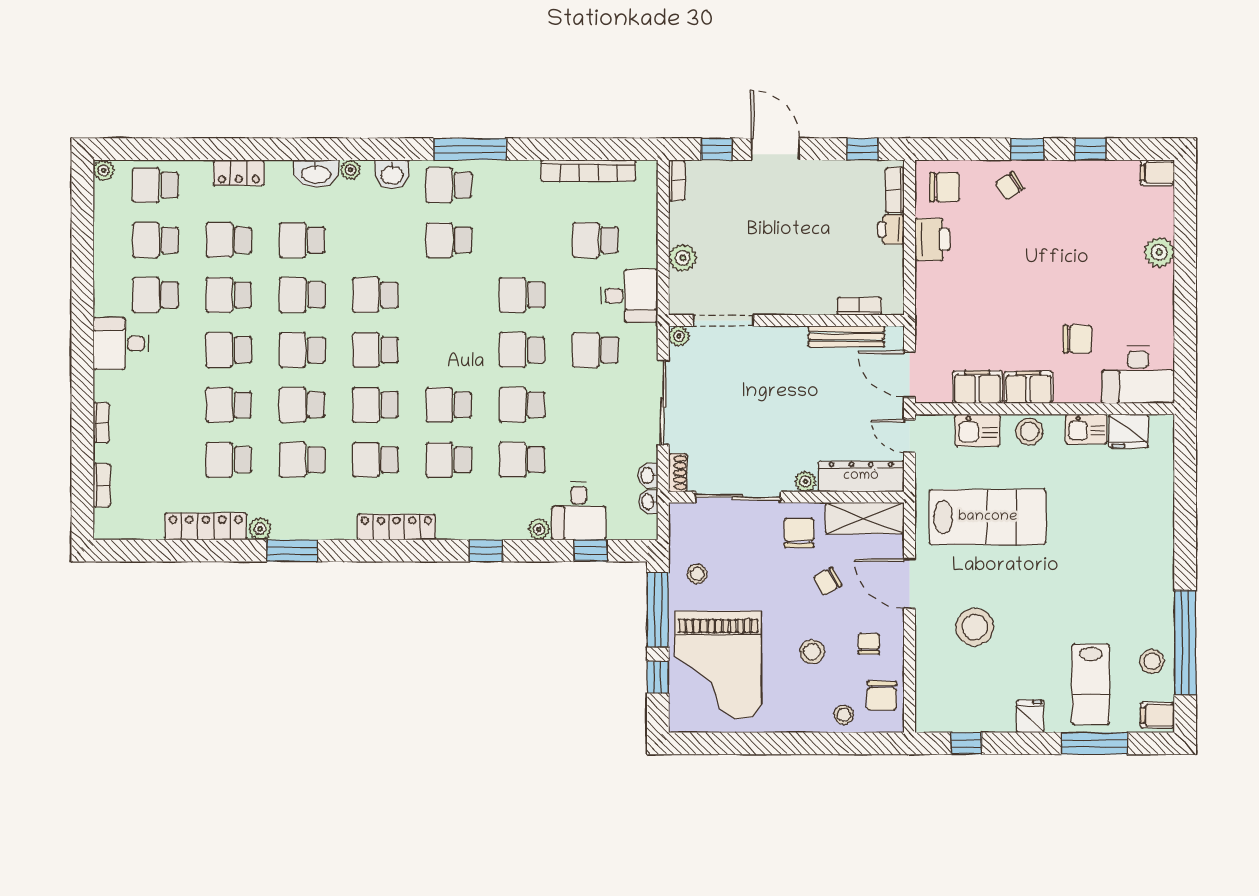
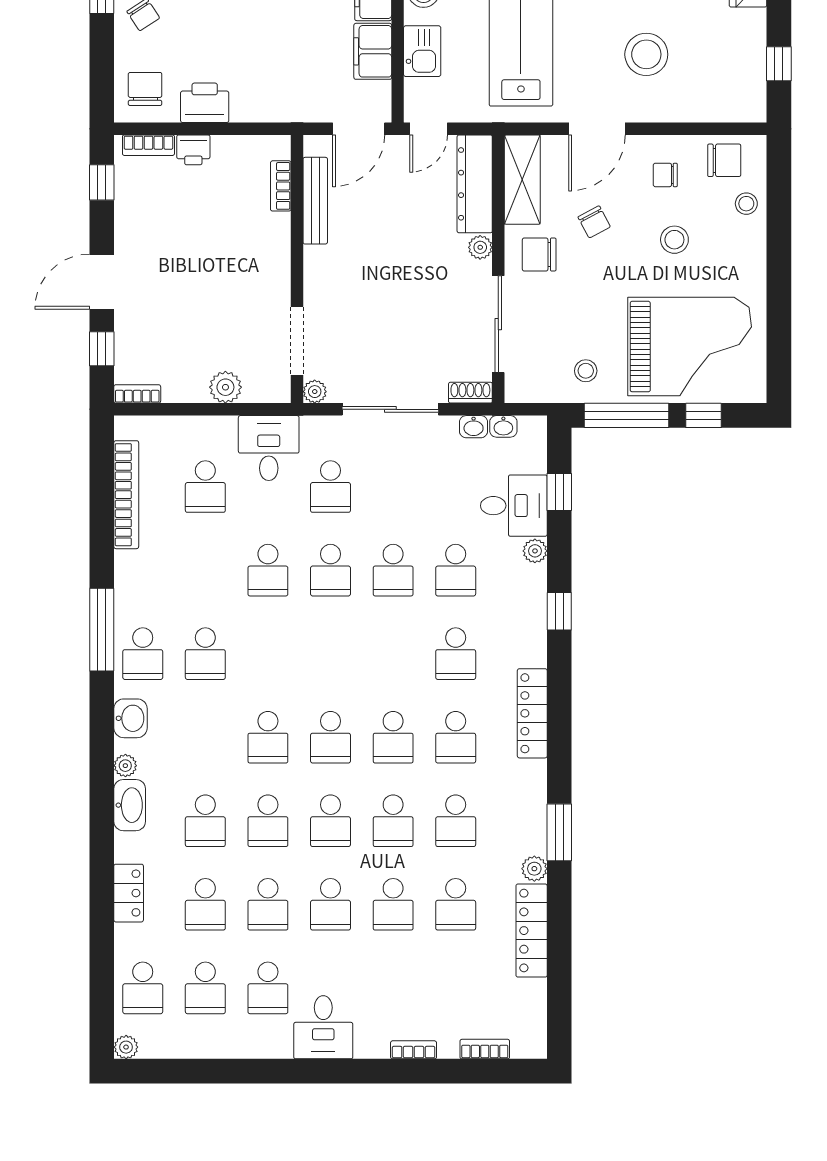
school desk: (449, 405) -> (393, 654), removed

